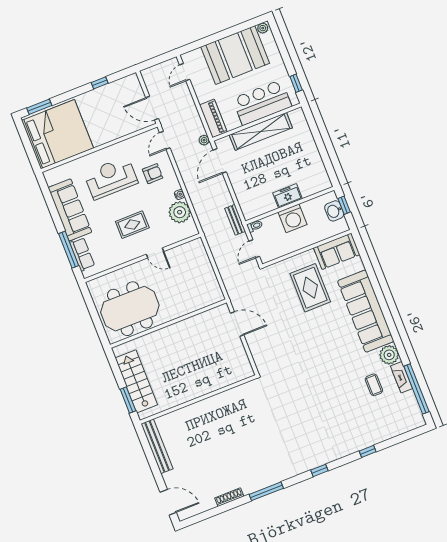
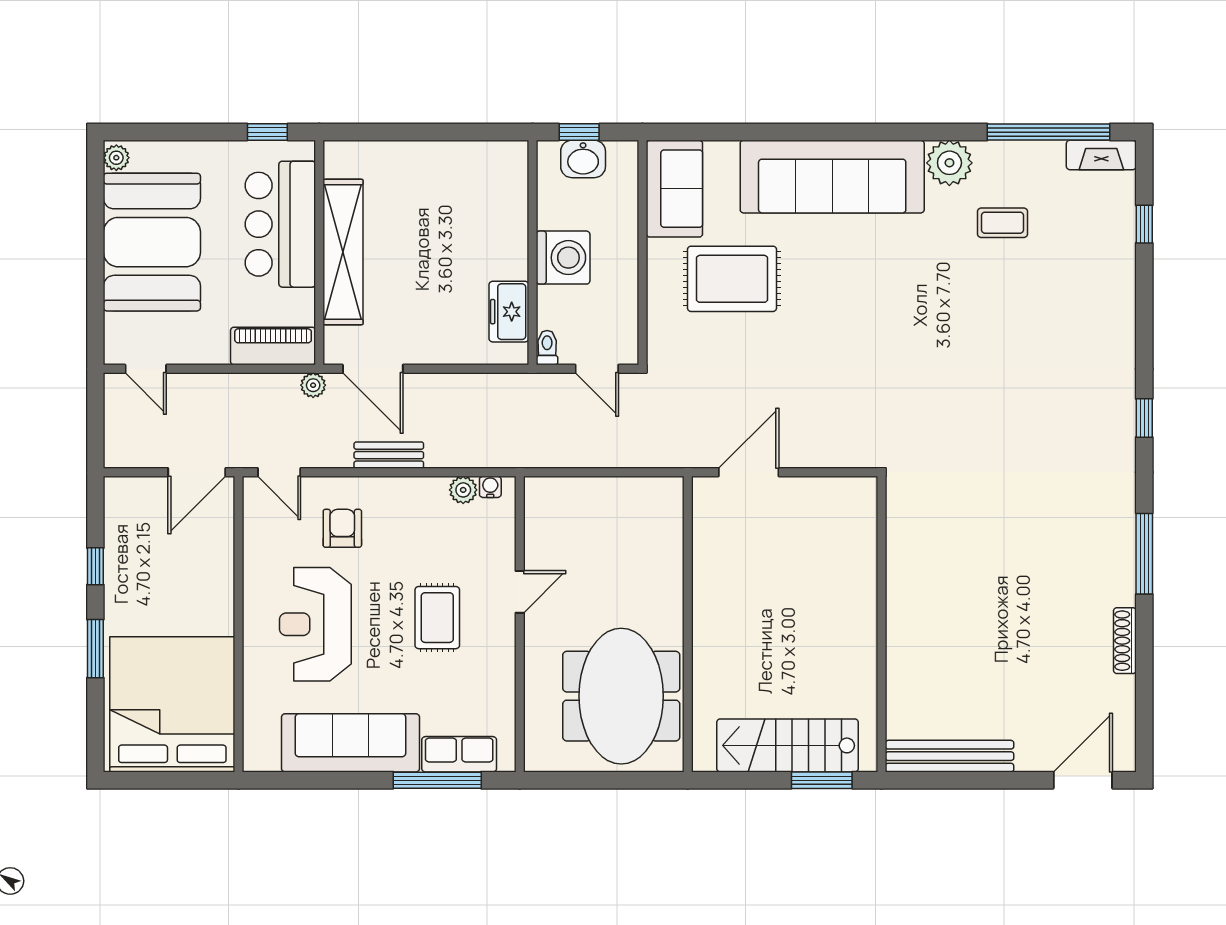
window: (39, 107) -> (95, 649), moved
water cooler: (180, 195) -> (490, 487), moved
freezer: (287, 196) -> (509, 312), moved
plant: (180, 212) -> (463, 490), width x0.53, depth x0.53
bench: (235, 220) -> (389, 455), moved
fireplace: (401, 377) -> (1101, 155), moved
window: (368, 451) -> (1144, 224), moved

